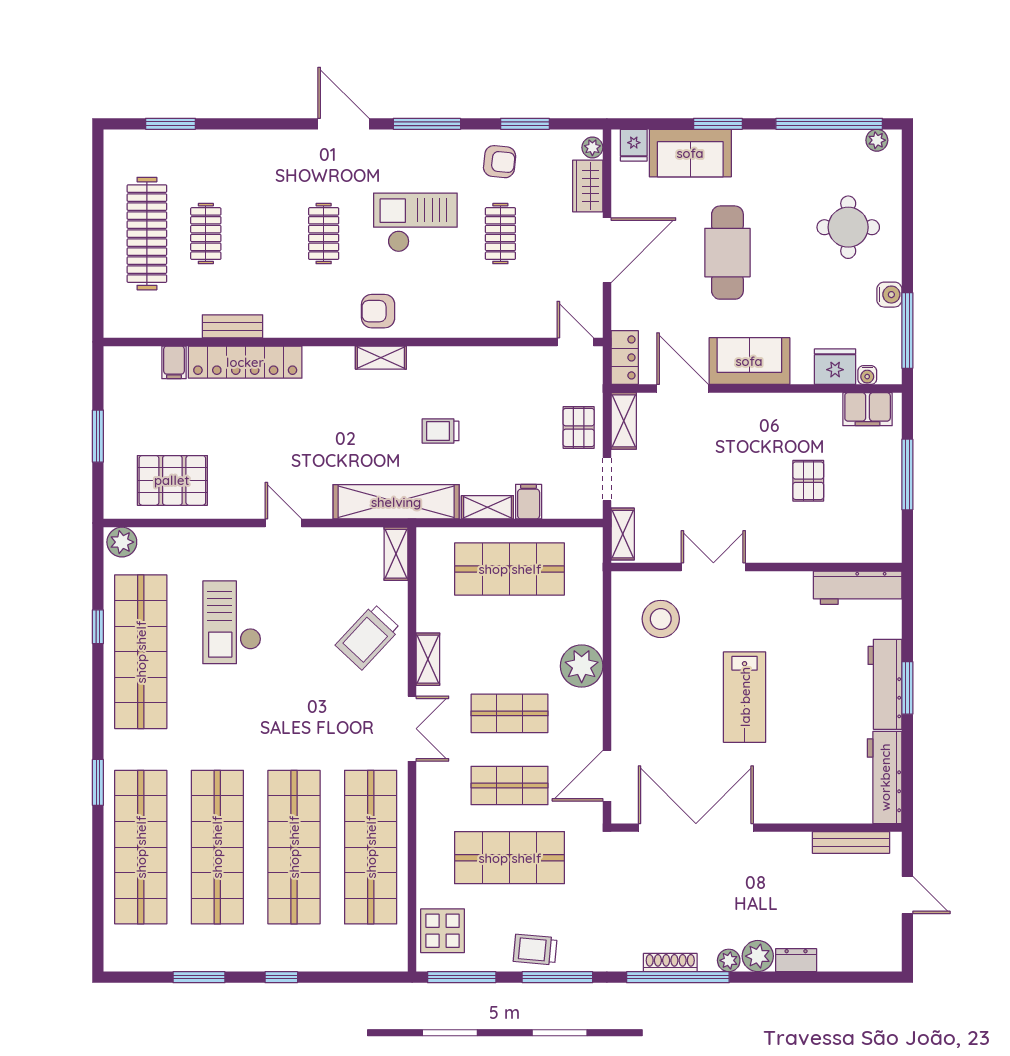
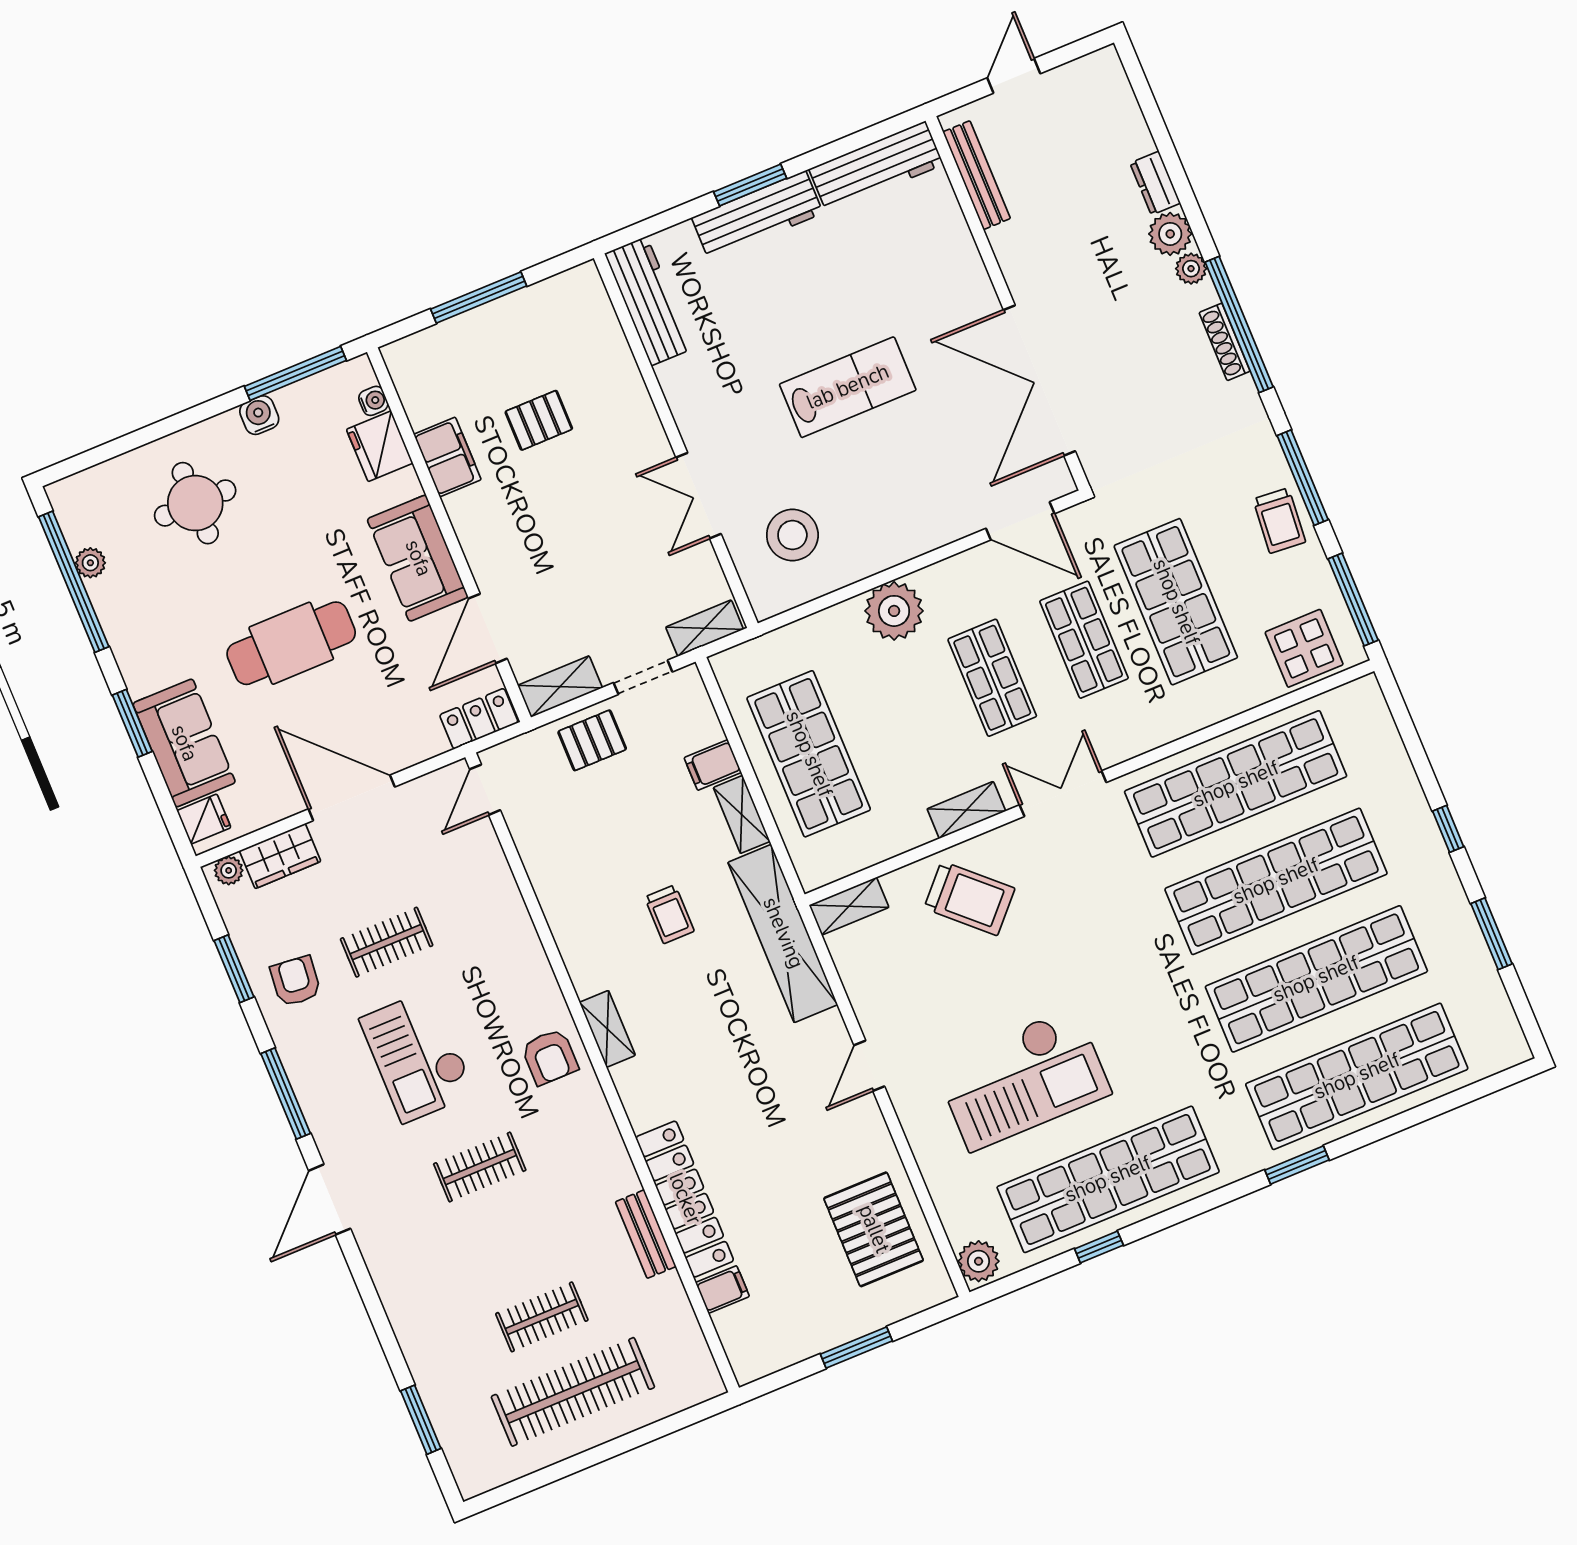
plant: (877, 140) -> (90, 563), moved
filing cabinet: (868, 409) -> (447, 457), moved
checkout: (232, 622) -> (1023, 1079), width x1.36, depth x1.21

